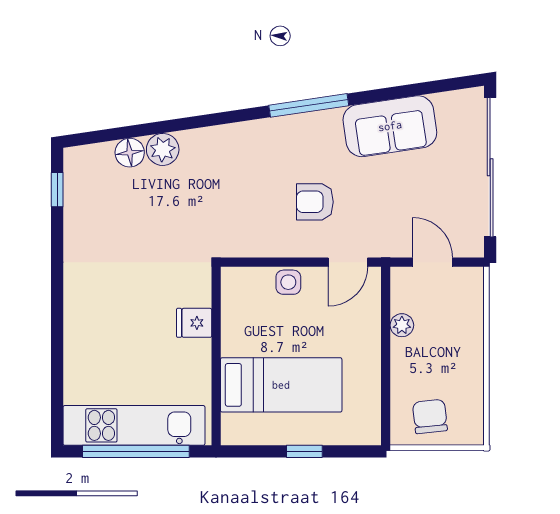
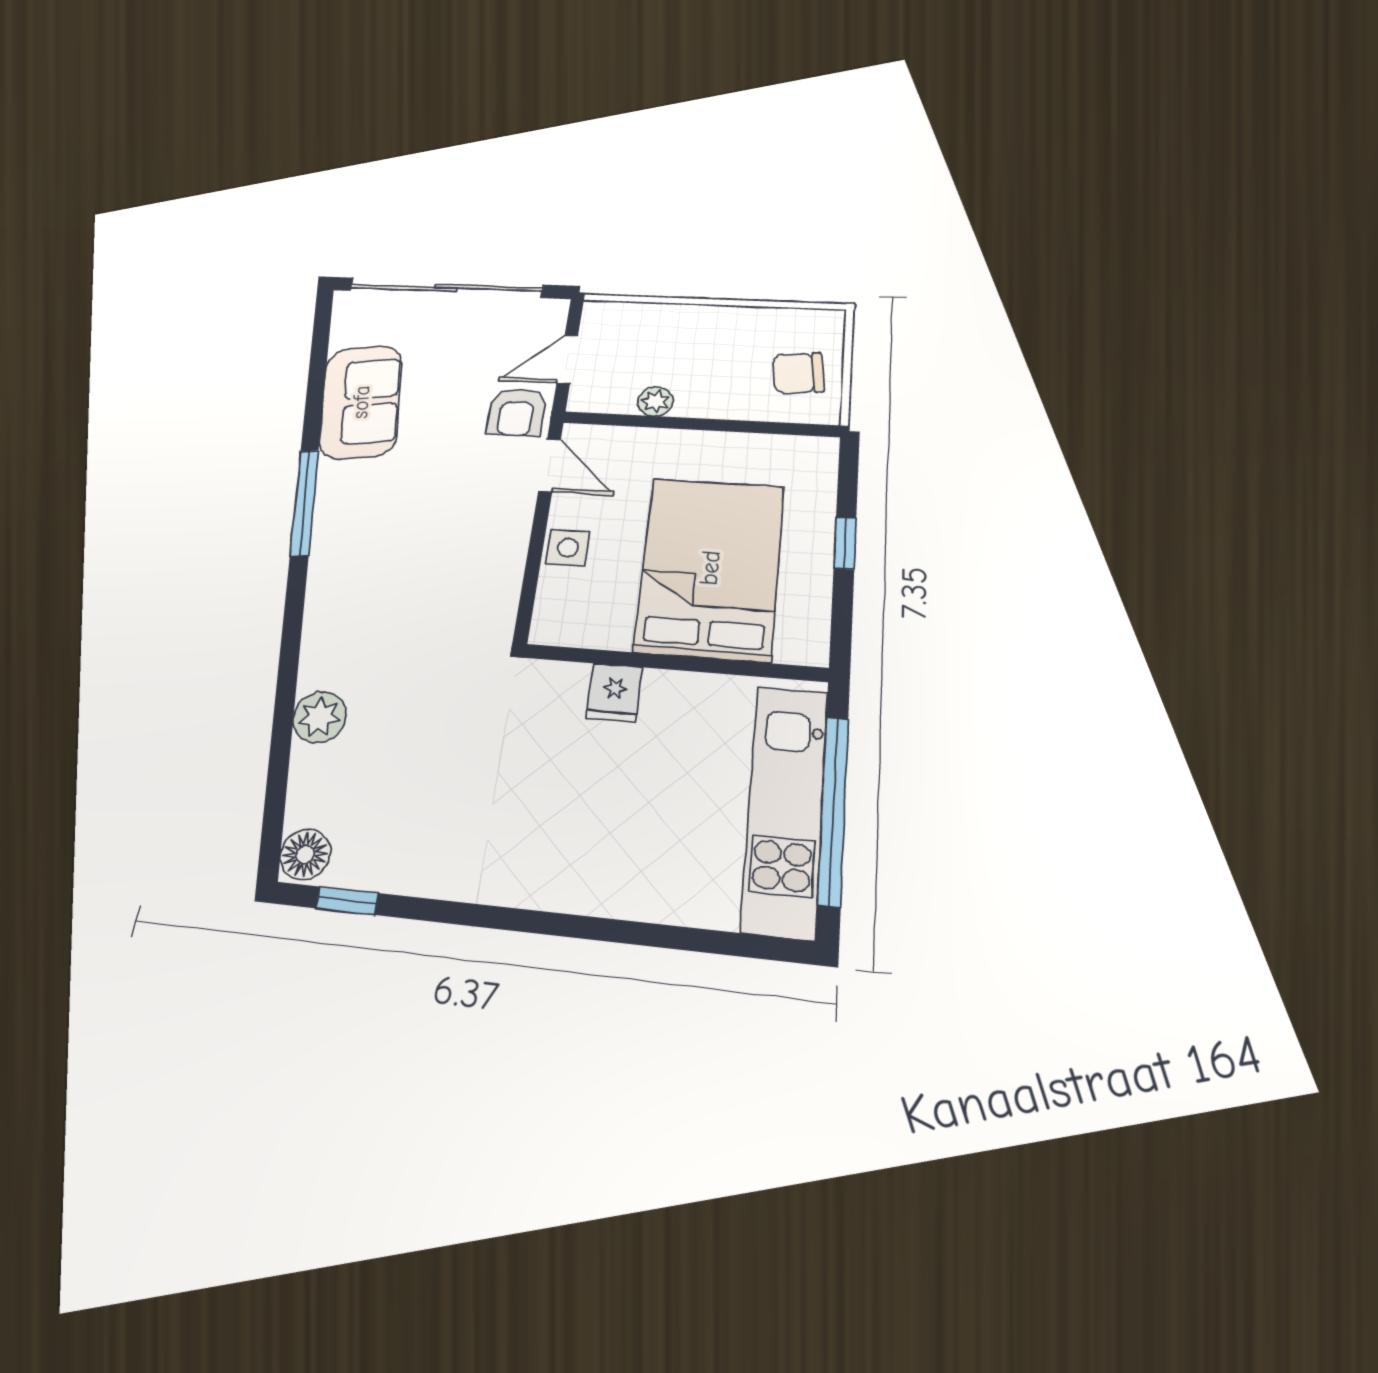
floor lamp: (130, 153) -> (305, 854), moved
armchair: (315, 202) -> (517, 412), moved
bed: (281, 385) -> (710, 568), width x1.50

